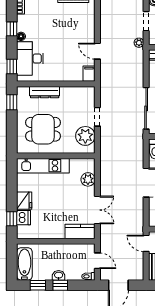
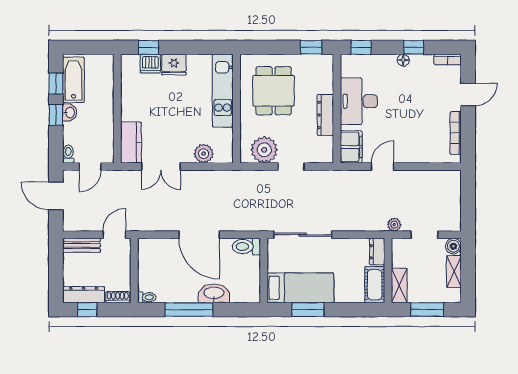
desk: (30, 58) -> (359, 101), moved, turned -90
filing cabinet: (89, 74) -> (351, 147), width x2.00
dresser: (45, 92) -> (325, 115), moved
bathtub: (24, 264) -> (73, 80), moved, turned -90

